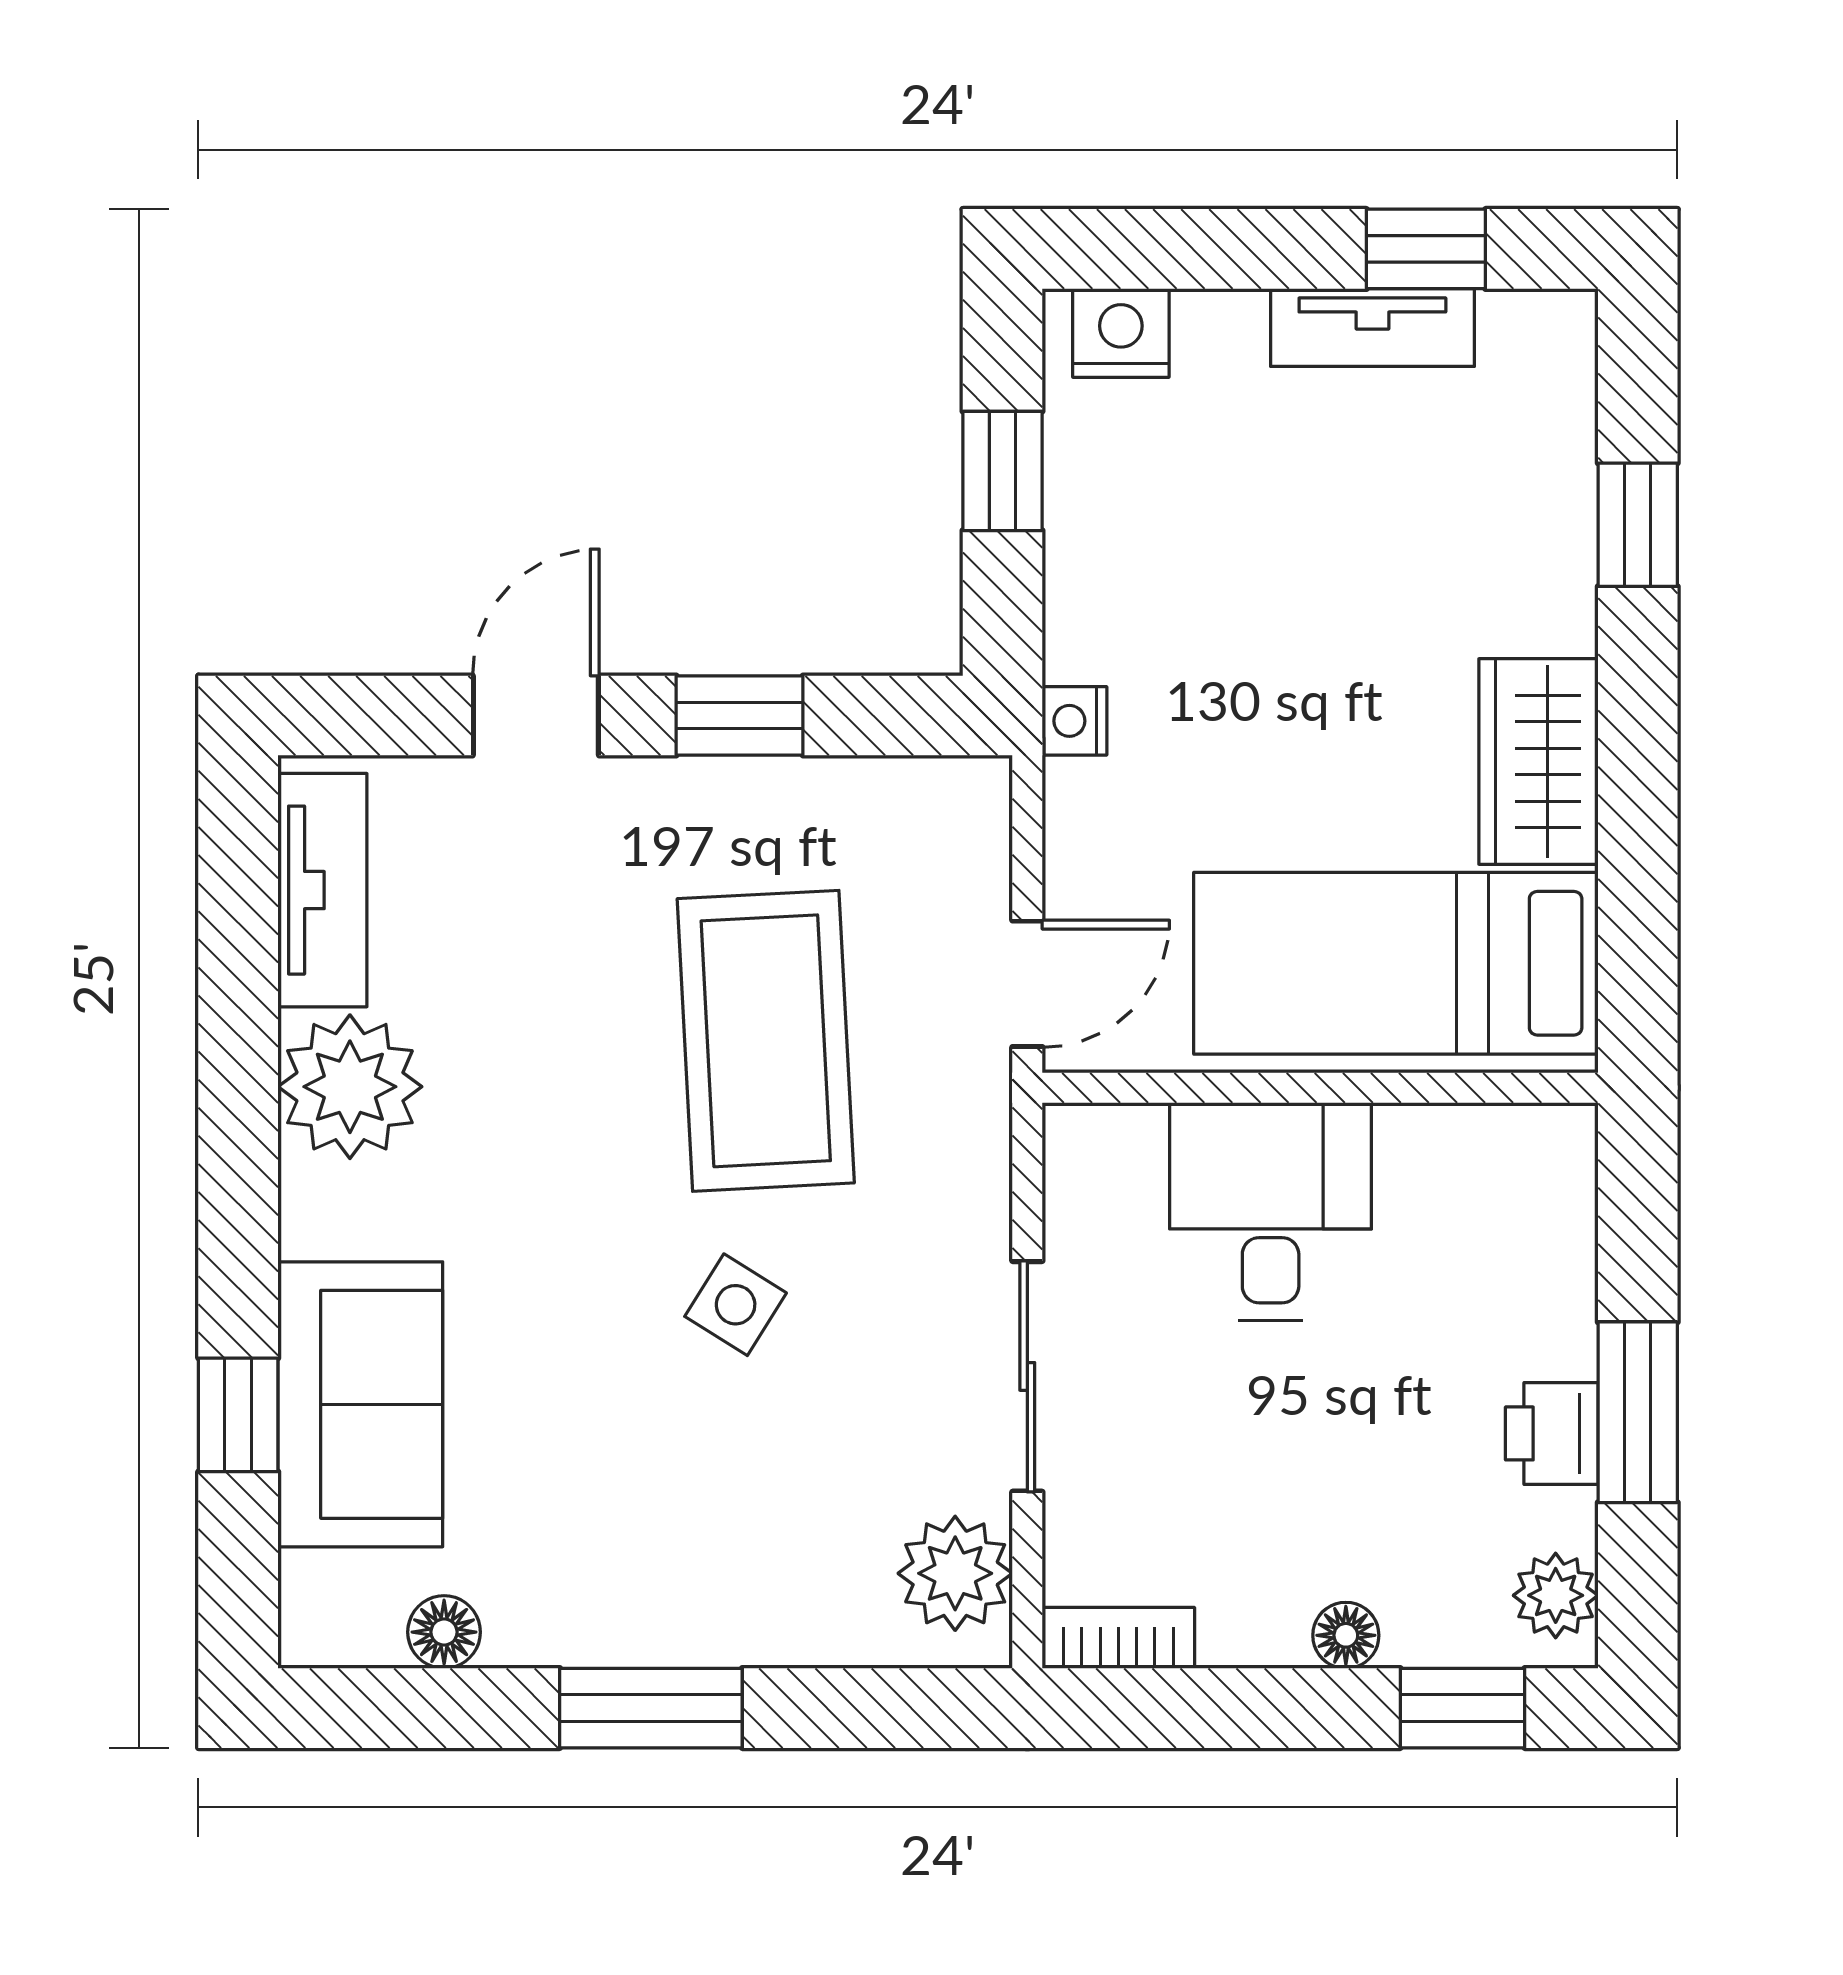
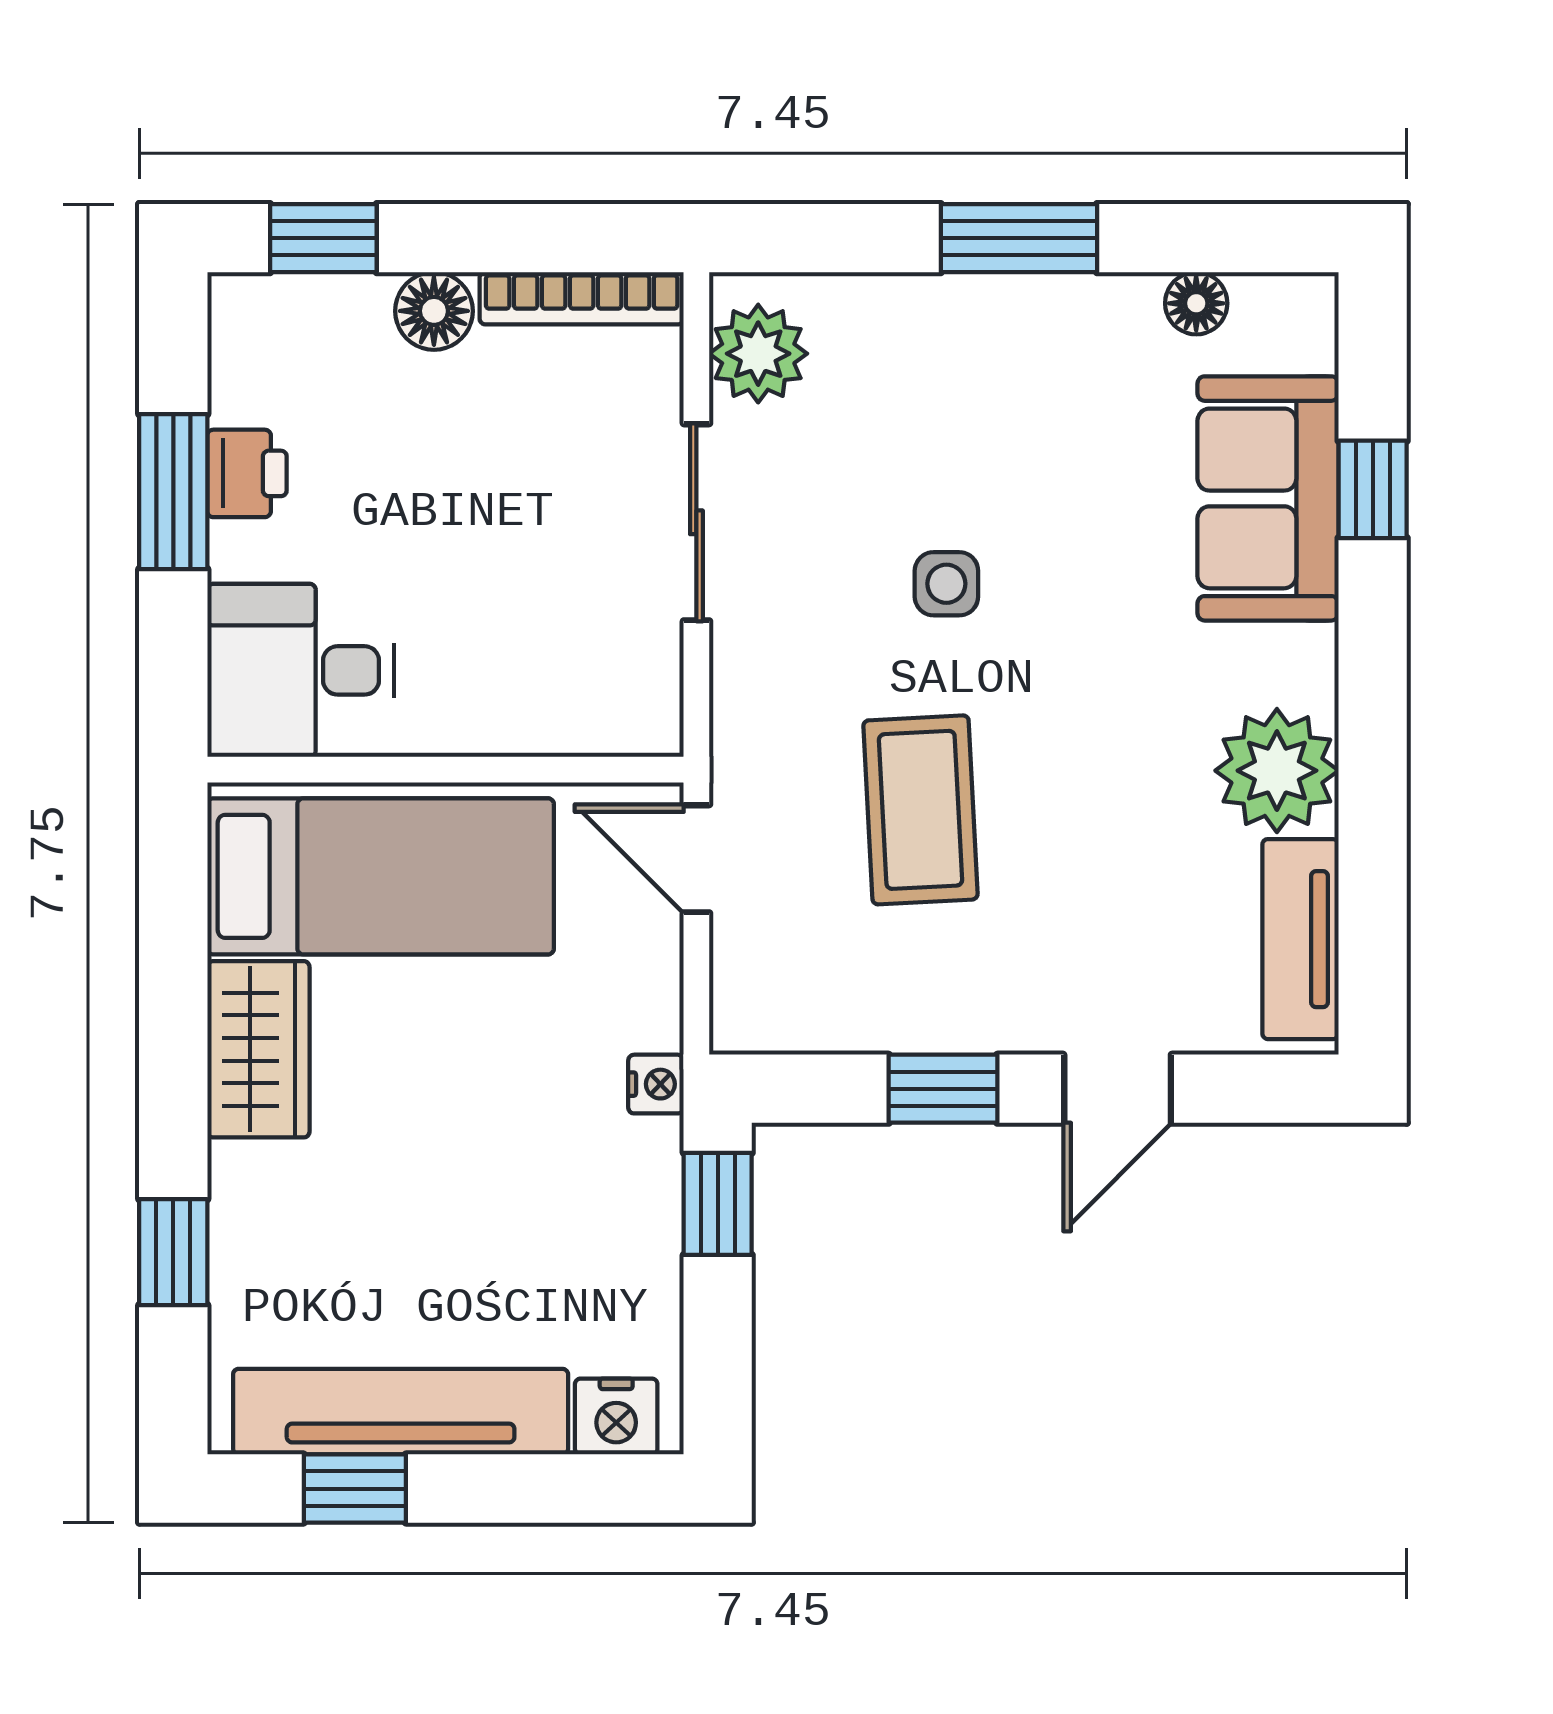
tv unit: (1372, 328) -> (401, 1412), width x1.92, depth x1.29
window: (1002, 471) -> (718, 1204), moved
door: (1027, 984) -> (696, 859), hinge flipped
coffee table: (766, 1041) -> (921, 810), width x0.73, depth x0.76
desk: (1271, 1211) -> (301, 670), moved, turned 90
side table: (736, 1305) -> (946, 584), turned -32
plant: (1556, 1595) -> (244, 335), removed
floor lamp: (1346, 1635) -> (434, 311), width x1.37, depth x1.37
bookcase: (1118, 1638) -> (582, 298), width x1.56

